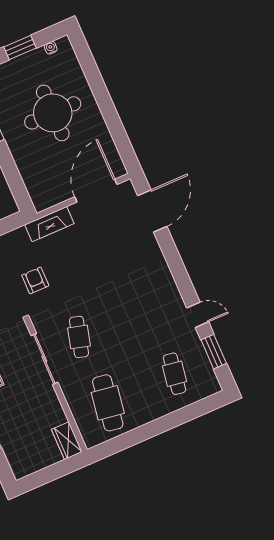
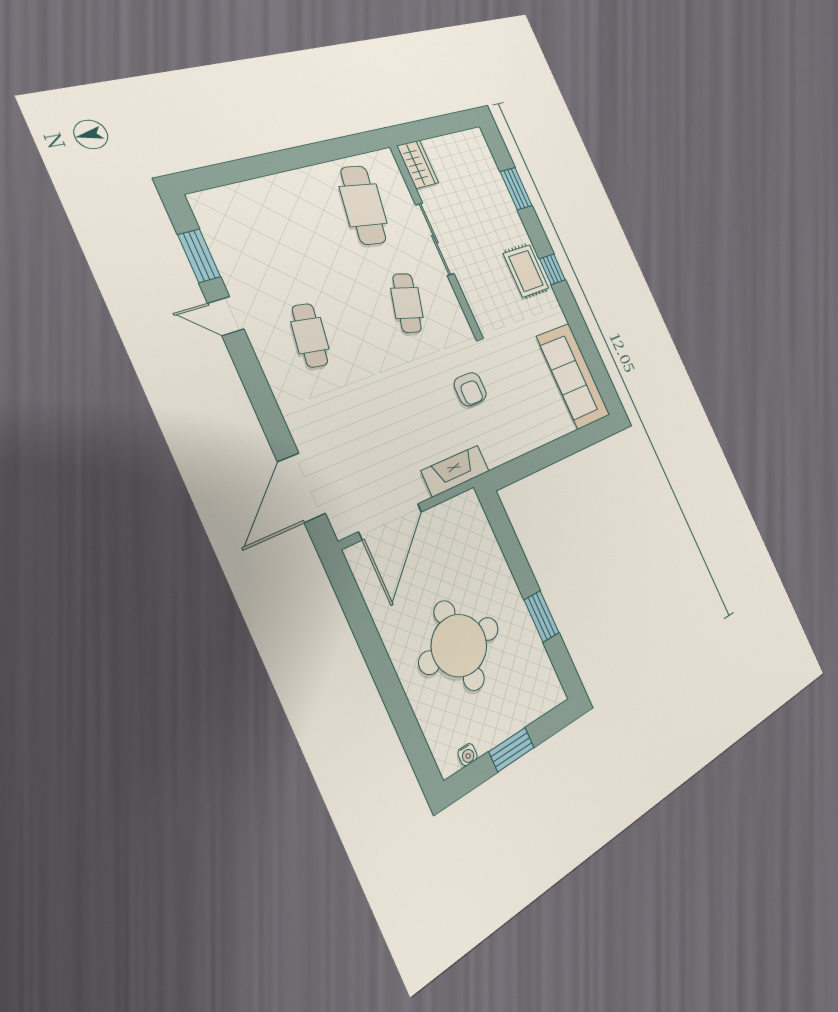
sliding door: (44, 359) -> (435, 239), moved
cafe table: (175, 374) -> (310, 335), moved

